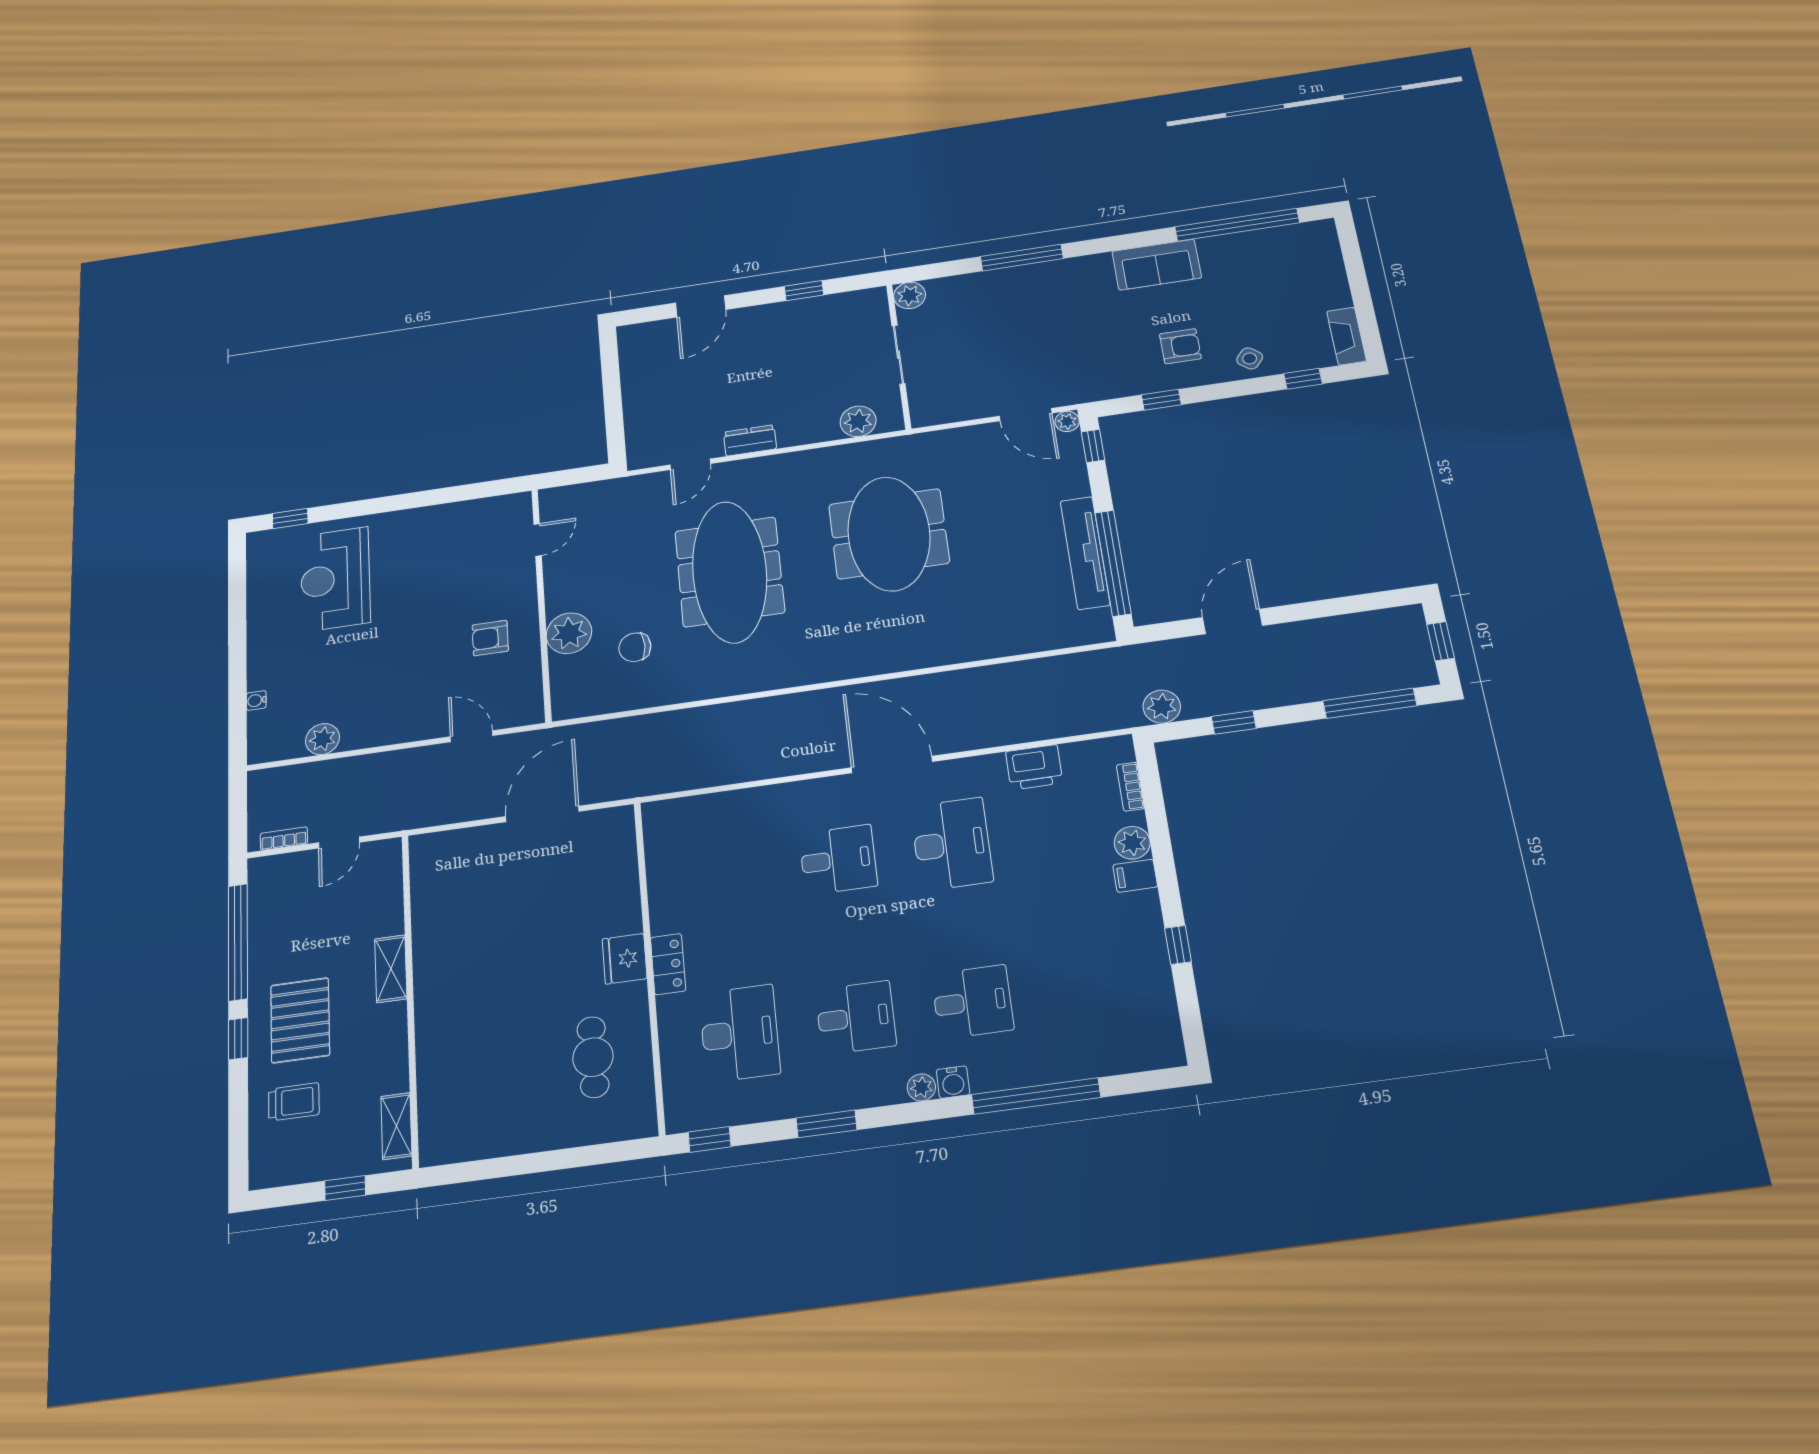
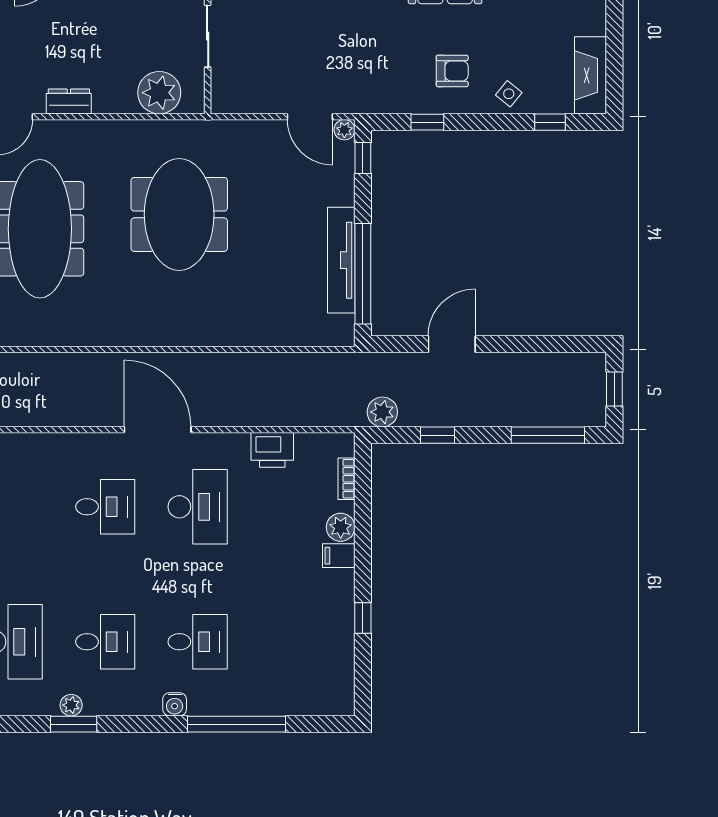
fireplace: (1346, 336) -> (590, 75), width x1.37, depth x1.32
plant: (858, 421) -> (159, 93), width x1.36, depth x1.36
plant: (921, 1087) -> (71, 705), moved

